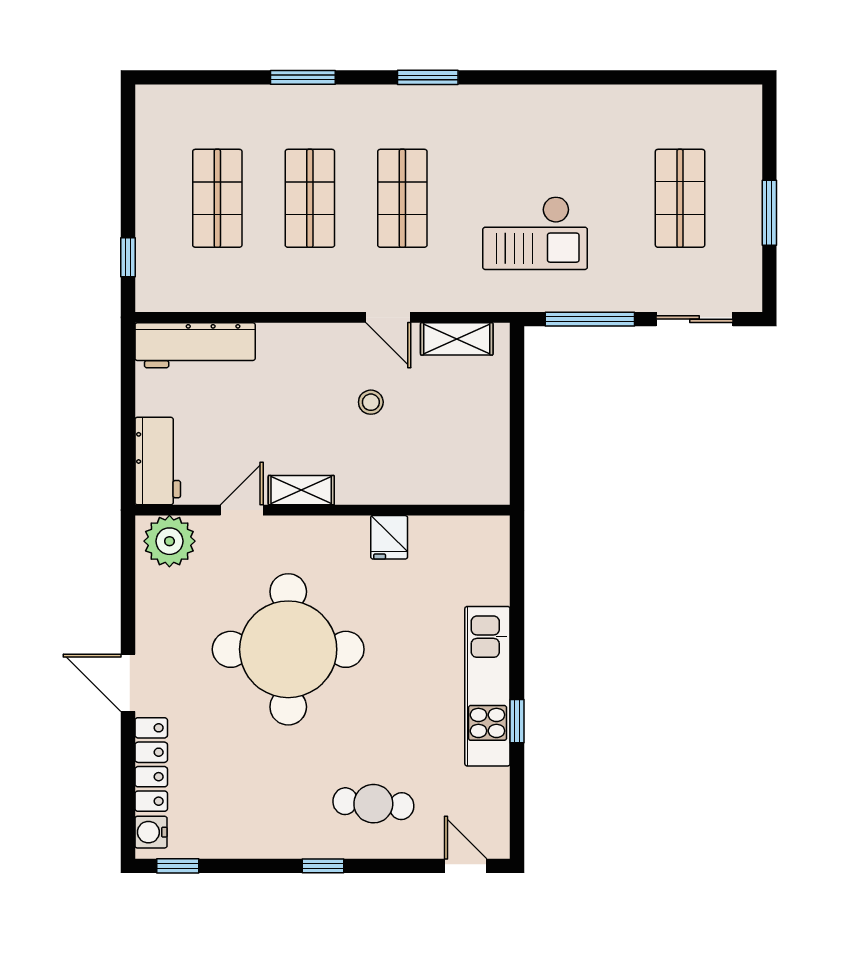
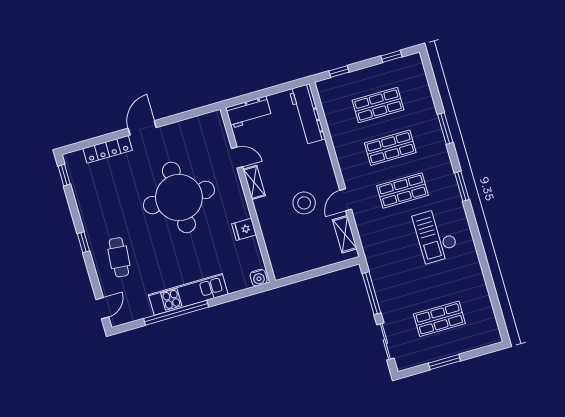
window: (128, 144) -> (391, 56), added
checkout: (535, 233) -> (436, 235), moved
stool: (371, 402) -> (304, 203), width x1.89, depth x1.89
plant: (169, 541) -> (213, 128), removed
window: (517, 721) -> (176, 313), width x3.17
water cooler: (151, 832) -> (259, 278), moved, turned 180

